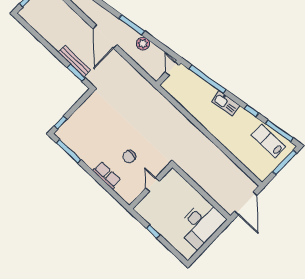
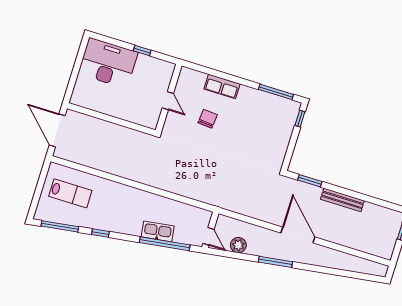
plant: (143, 44) -> (238, 245), moved
bench: (74, 61) -> (342, 200), moved
kitchen sink: (226, 103) -> (158, 231), moved
lab bench: (268, 141) -> (70, 193), moved
window: (285, 162) -> (37, 195), removed
desk: (201, 224) -> (108, 63), moved, turned 90

